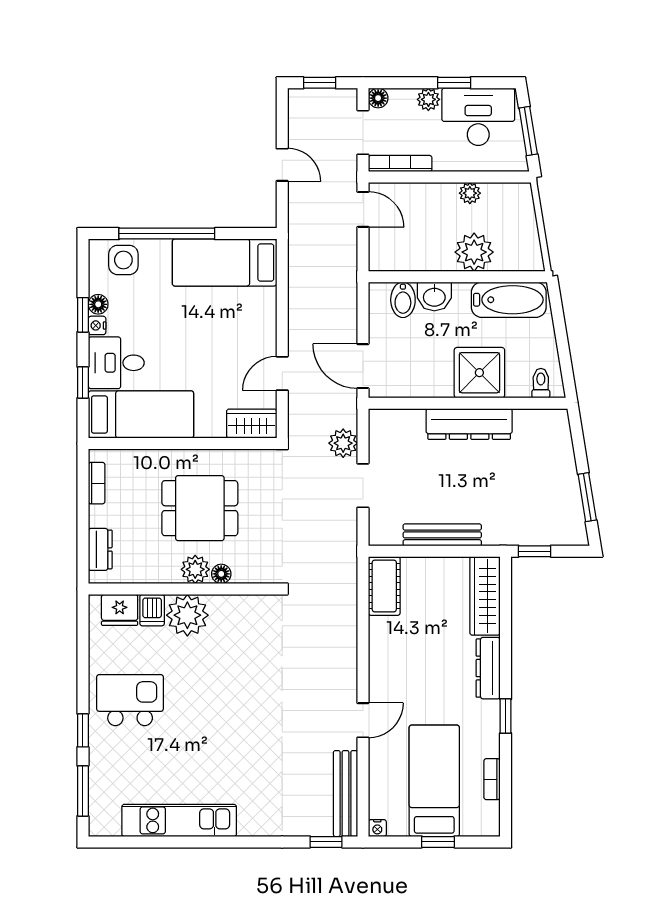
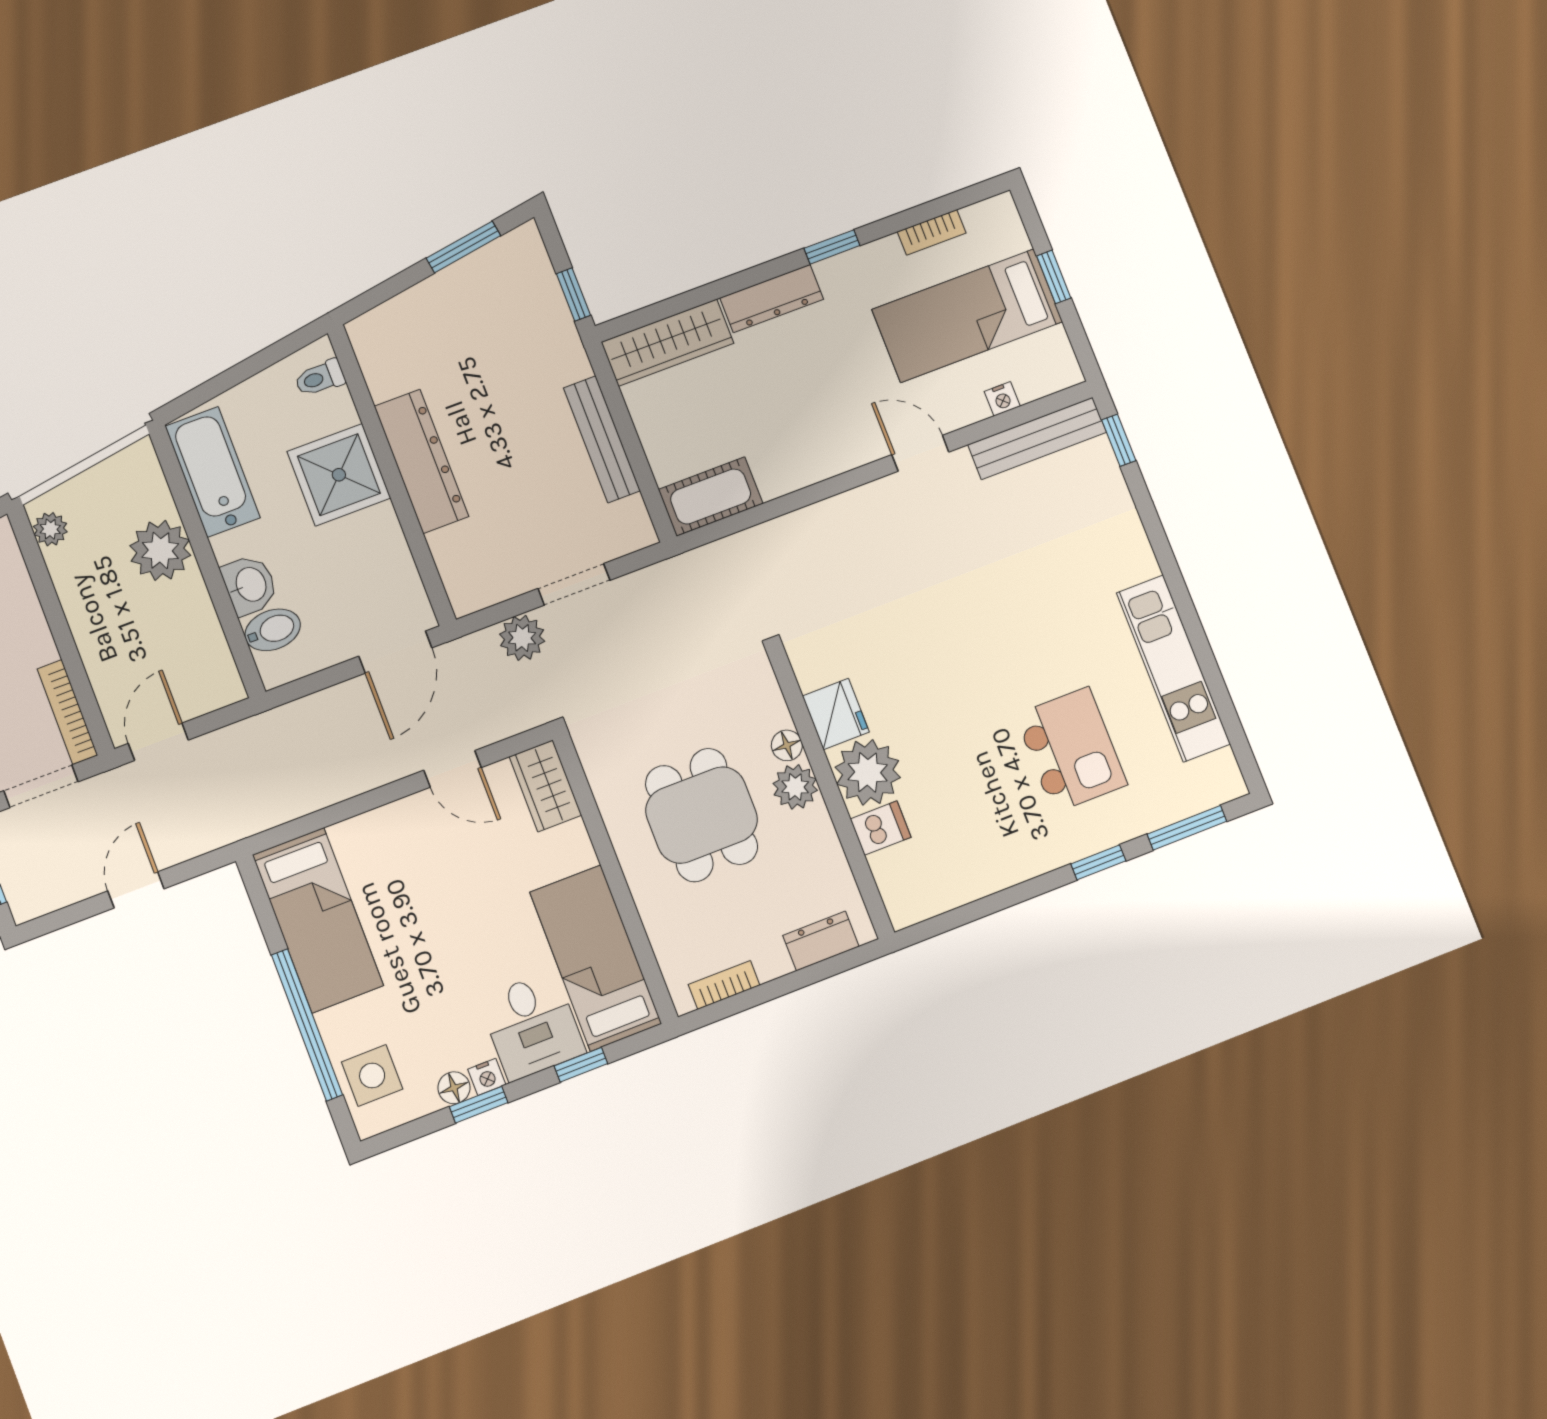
plant: (470, 193) -> (50, 529), moved
fridge: (120, 610) -> (836, 714), moved
kitchen island: (130, 700) -> (1071, 750), moved, turned 180
nightstand: (377, 828) -> (1002, 399), moved, turned 90

